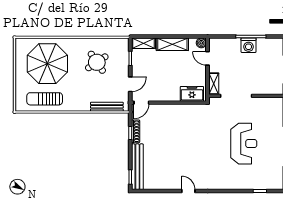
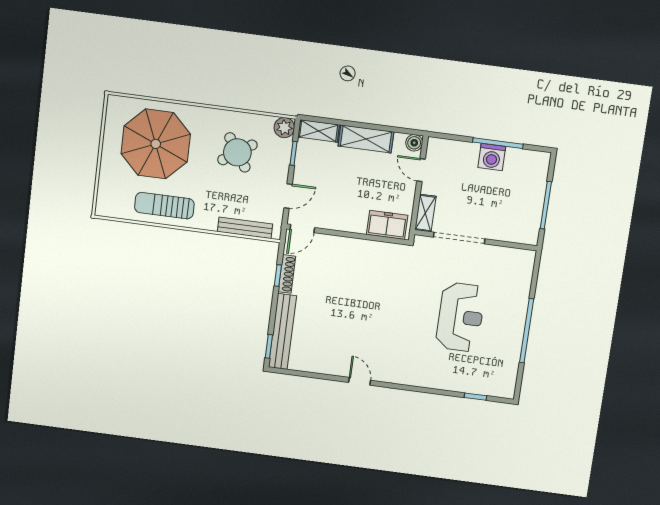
plant: (123, 44) -> (284, 128), added
sun lounger: (45, 99) -> (164, 206), moved

